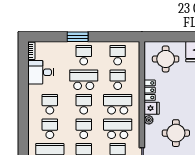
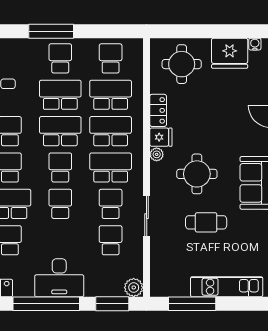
window: (78, 37) -> (51, 31), width x1.44
school desk: (118, 80) -> (111, 95), width x1.85
school desk: (84, 104) -> (60, 131), width x1.85

